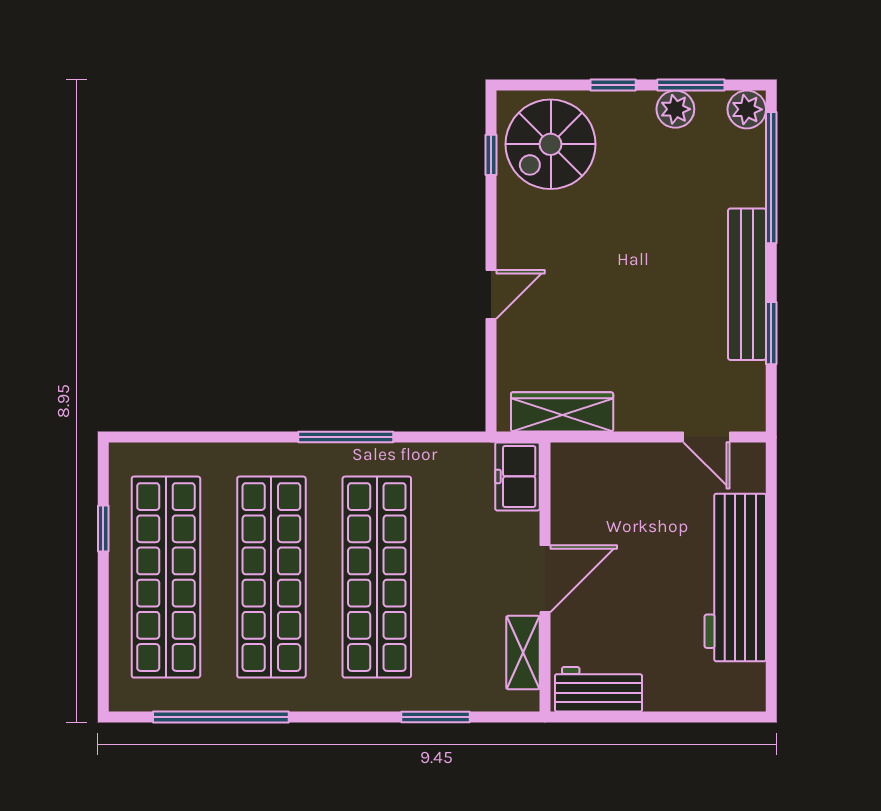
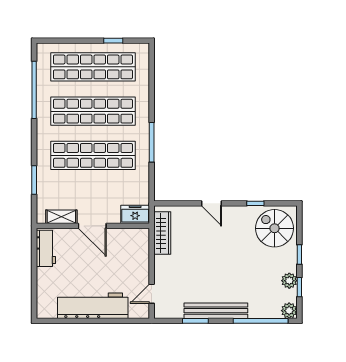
window: (691, 85) -> (299, 287), width x0.67
window: (491, 155) -> (255, 203), moved

